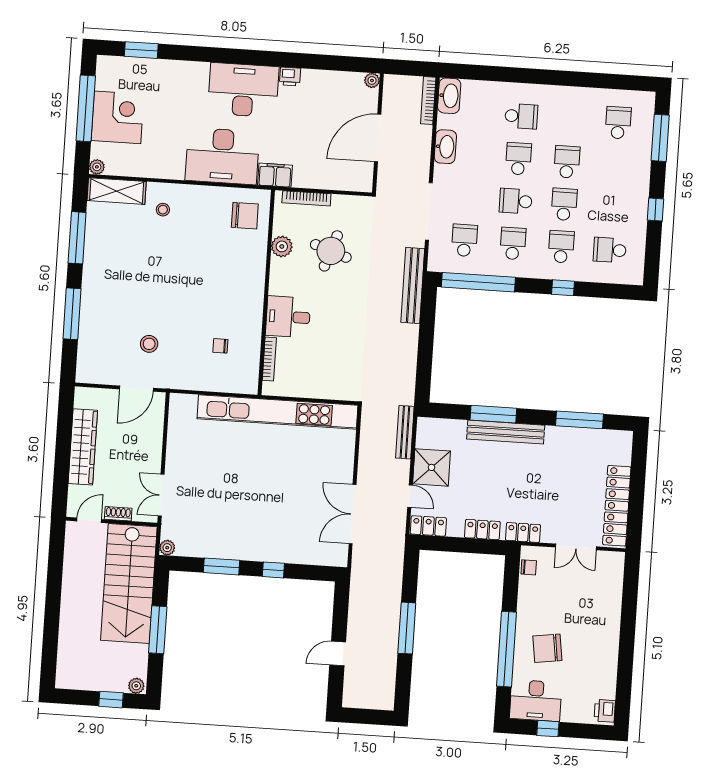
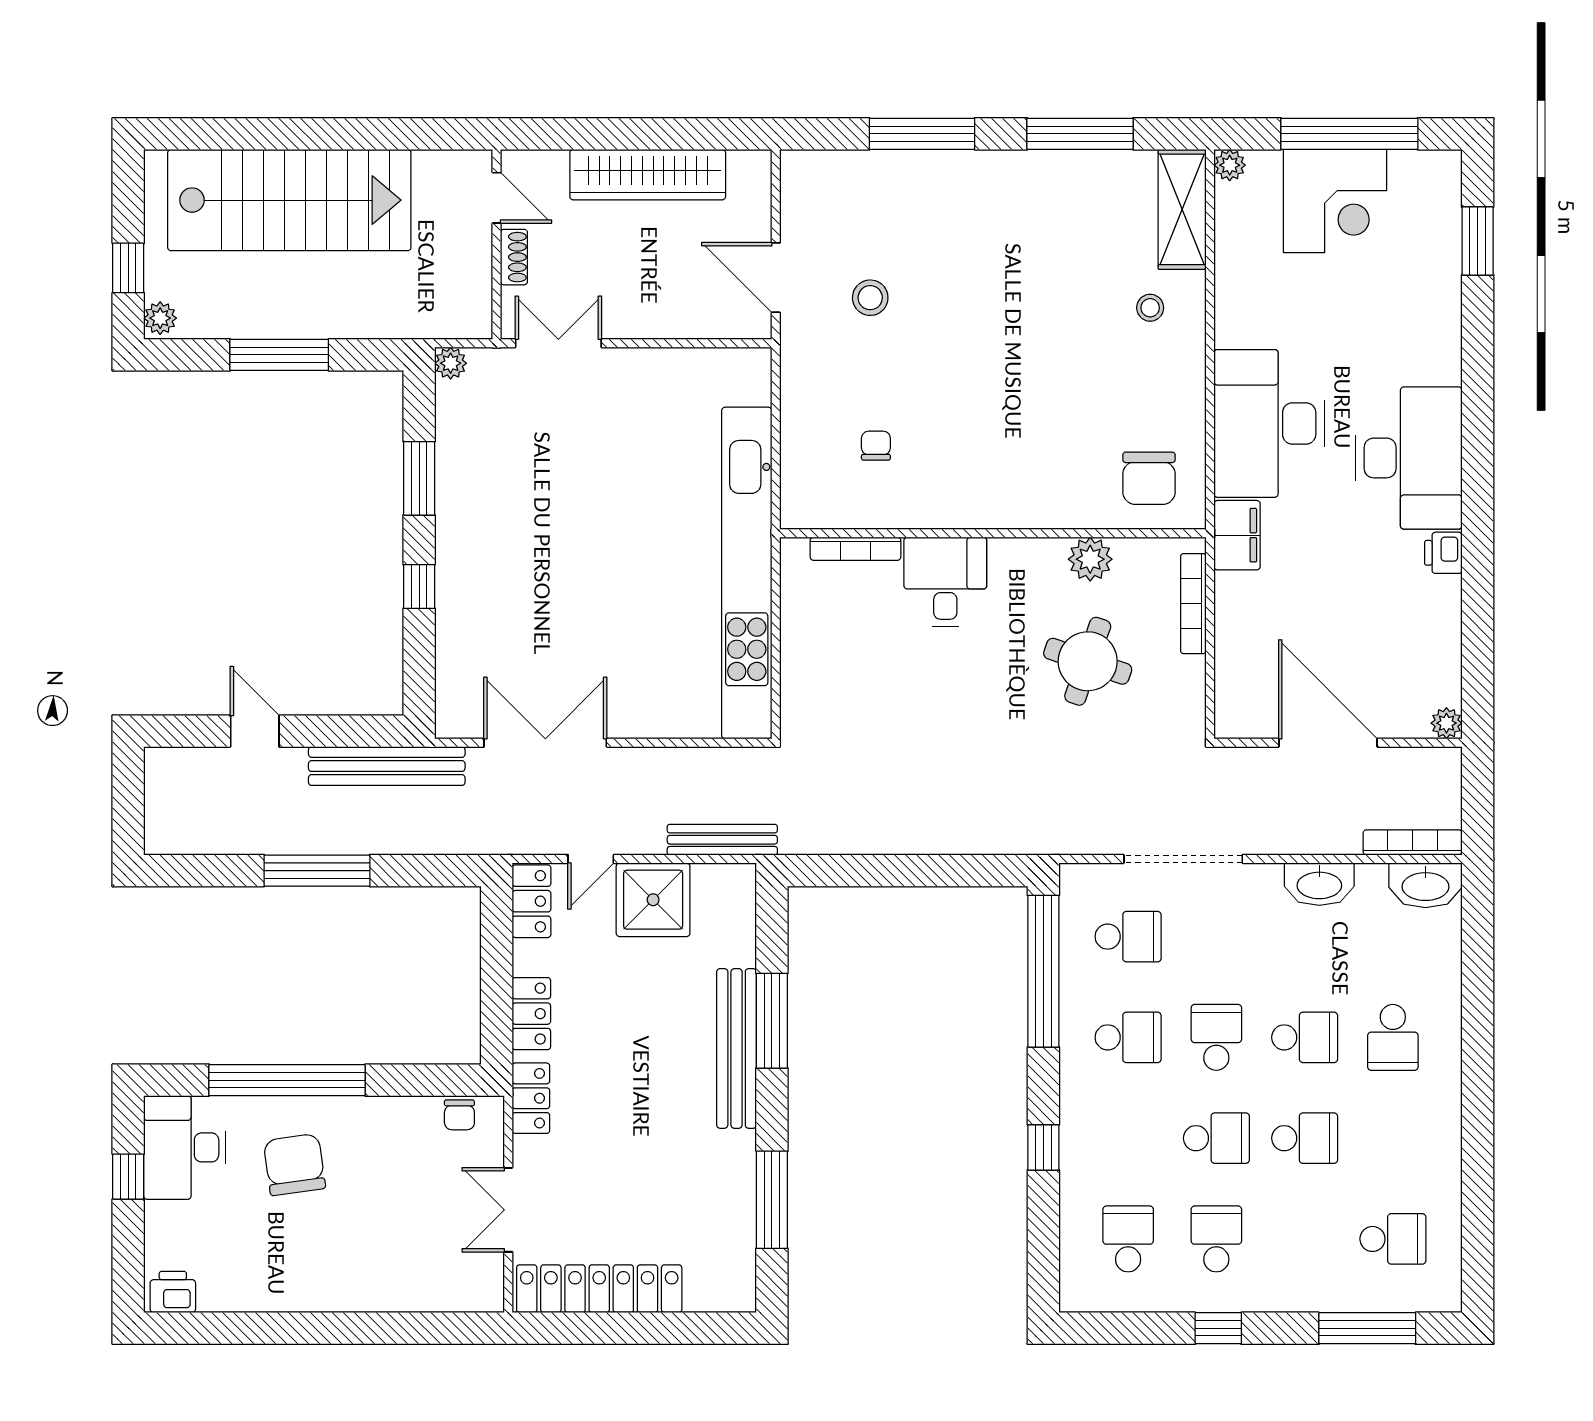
school desk: (561, 247) -> (1216, 1239), moved, turned -90
bench: (413, 285) -> (387, 766), moved
stairs: (129, 583) -> (289, 200), moved, turned 180

